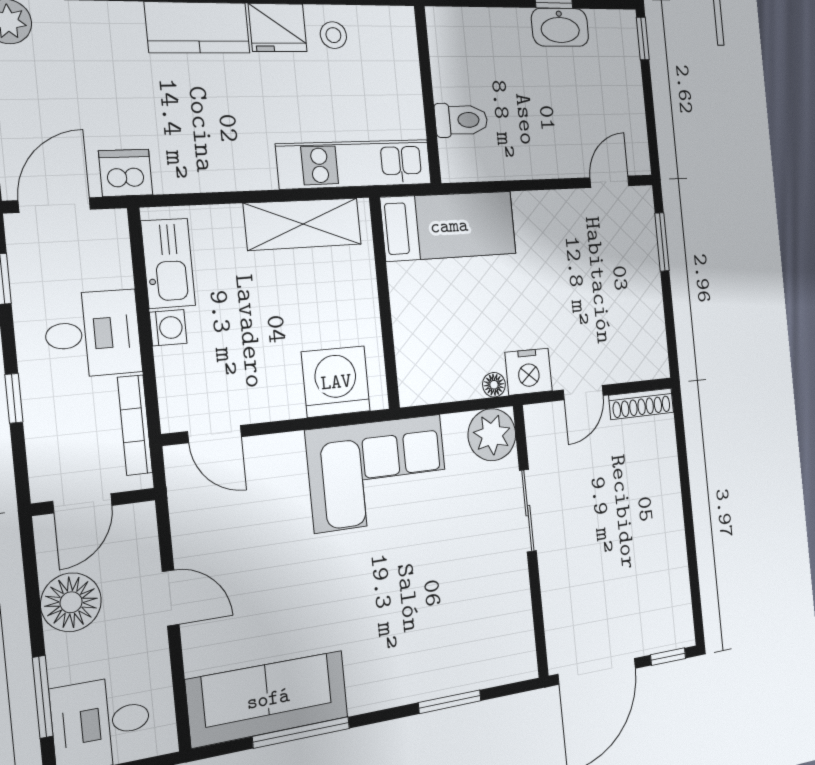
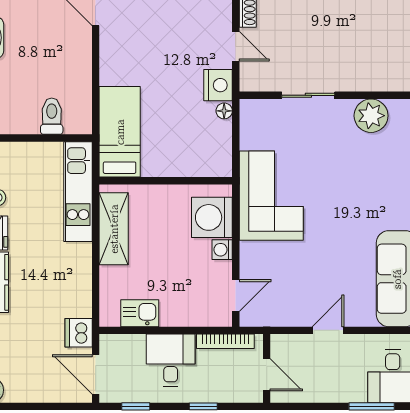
kitchen sink: (168, 263) -> (140, 313), width x0.73
washing machine: (168, 328) -> (222, 250), moved, turned -90
plant: (492, 435) -> (371, 116), moved
floor lamp: (71, 602) -> (322, 386), removed

